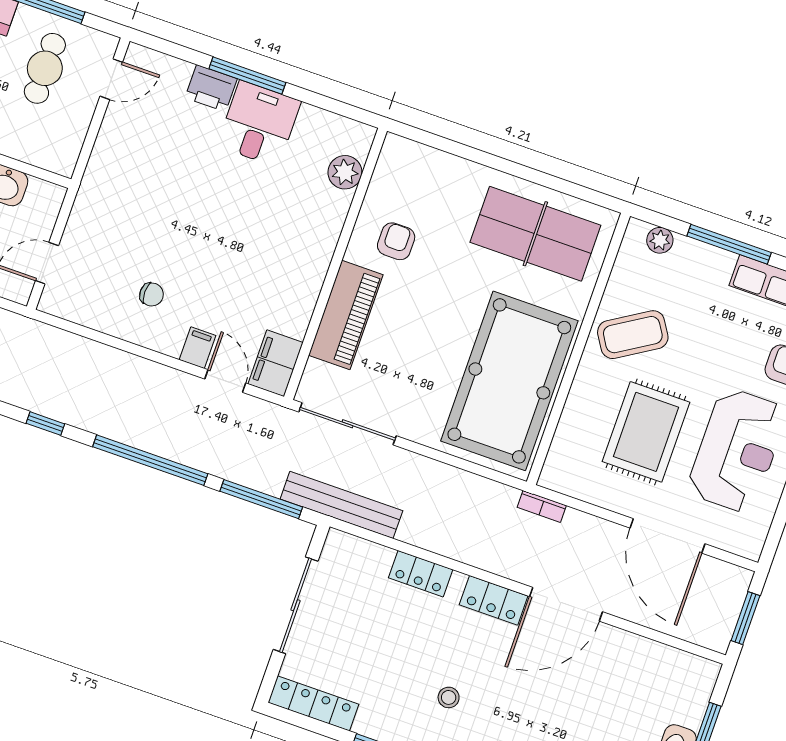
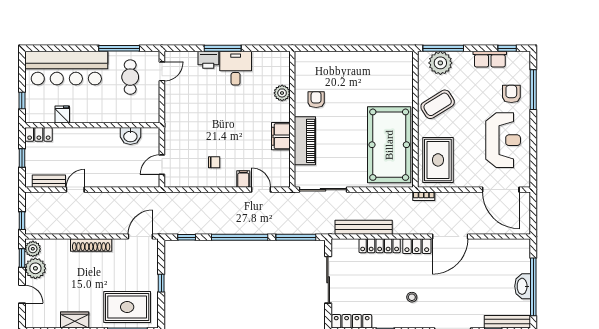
plant: (345, 172) -> (282, 93), moved
table tennis table: (535, 234) -> (378, 74), removed
plant: (660, 240) -> (440, 63), width x1.88, depth x1.88
window: (729, 244) -> (443, 48), moved
filing cabinet: (276, 363) -> (281, 136), moved
rug: (646, 432) -> (438, 160), moved
bench: (341, 505) -> (364, 227), moved
door: (668, 536) -> (501, 190), moved
locker: (421, 574) -> (380, 246), width x1.53
window: (745, 618) -> (533, 214), removed

